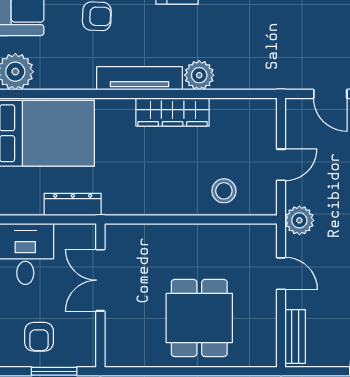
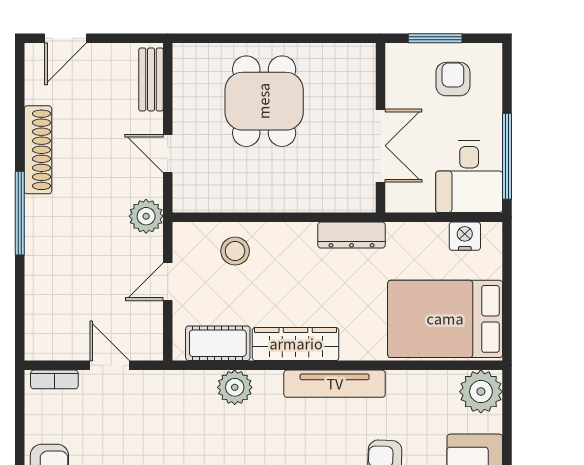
plant: (199, 75) -> (235, 387), moved
cot: (239, 113) -> (218, 343), added
nightstand: (29, 203) -> (465, 236), added
dresser: (73, 204) -> (352, 235), moved

